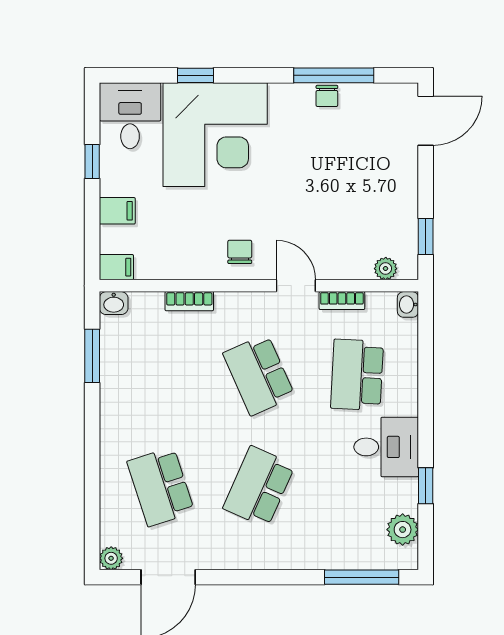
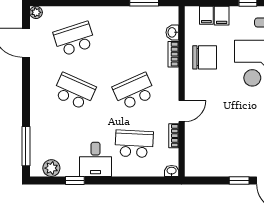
window: (426, 236) -> (239, 180), moved
chair: (240, 252) -> (205, 57), moved, width x1.87, depth x1.87
filing cabinet: (116, 267) -> (206, 15), moved
plant: (386, 269) -> (191, 159), removed
washbasin: (114, 303) -> (172, 32), moved

